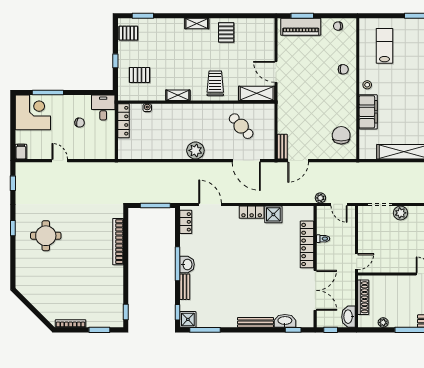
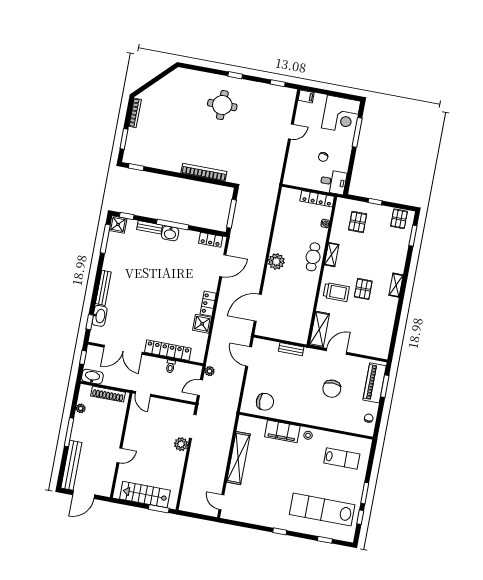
pallet: (226, 32) -> (363, 289), moved, turned 90
chair: (343, 69) -> (332, 389), moved, width x1.87, depth x1.87
cafe table: (241, 126) -> (313, 257), moved, turned -48
bench: (282, 147) -> (291, 349), moved

